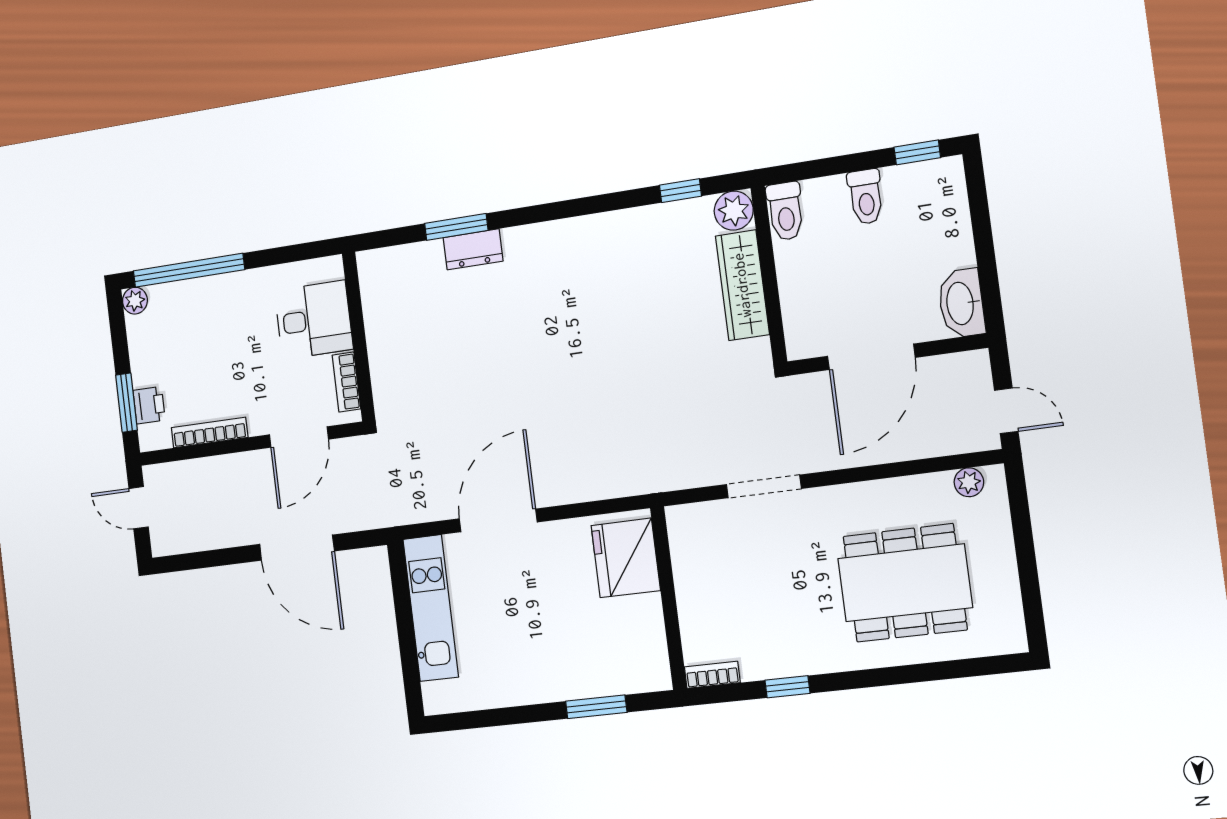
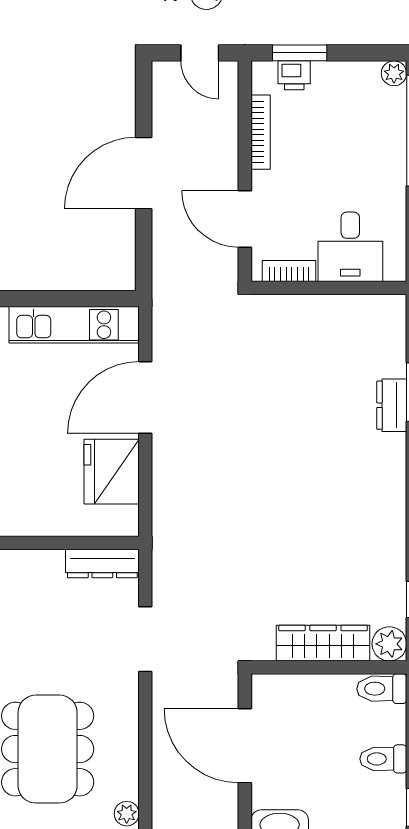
door: (139, 508) -> (200, 53), swing flipped
door: (498, 520) -> (145, 397), swing flipped
dresser: (685, 546) -> (102, 563), added
door: (297, 548) -> (144, 173), moved
fridge: (626, 558) -> (112, 472), moved, turned -90

